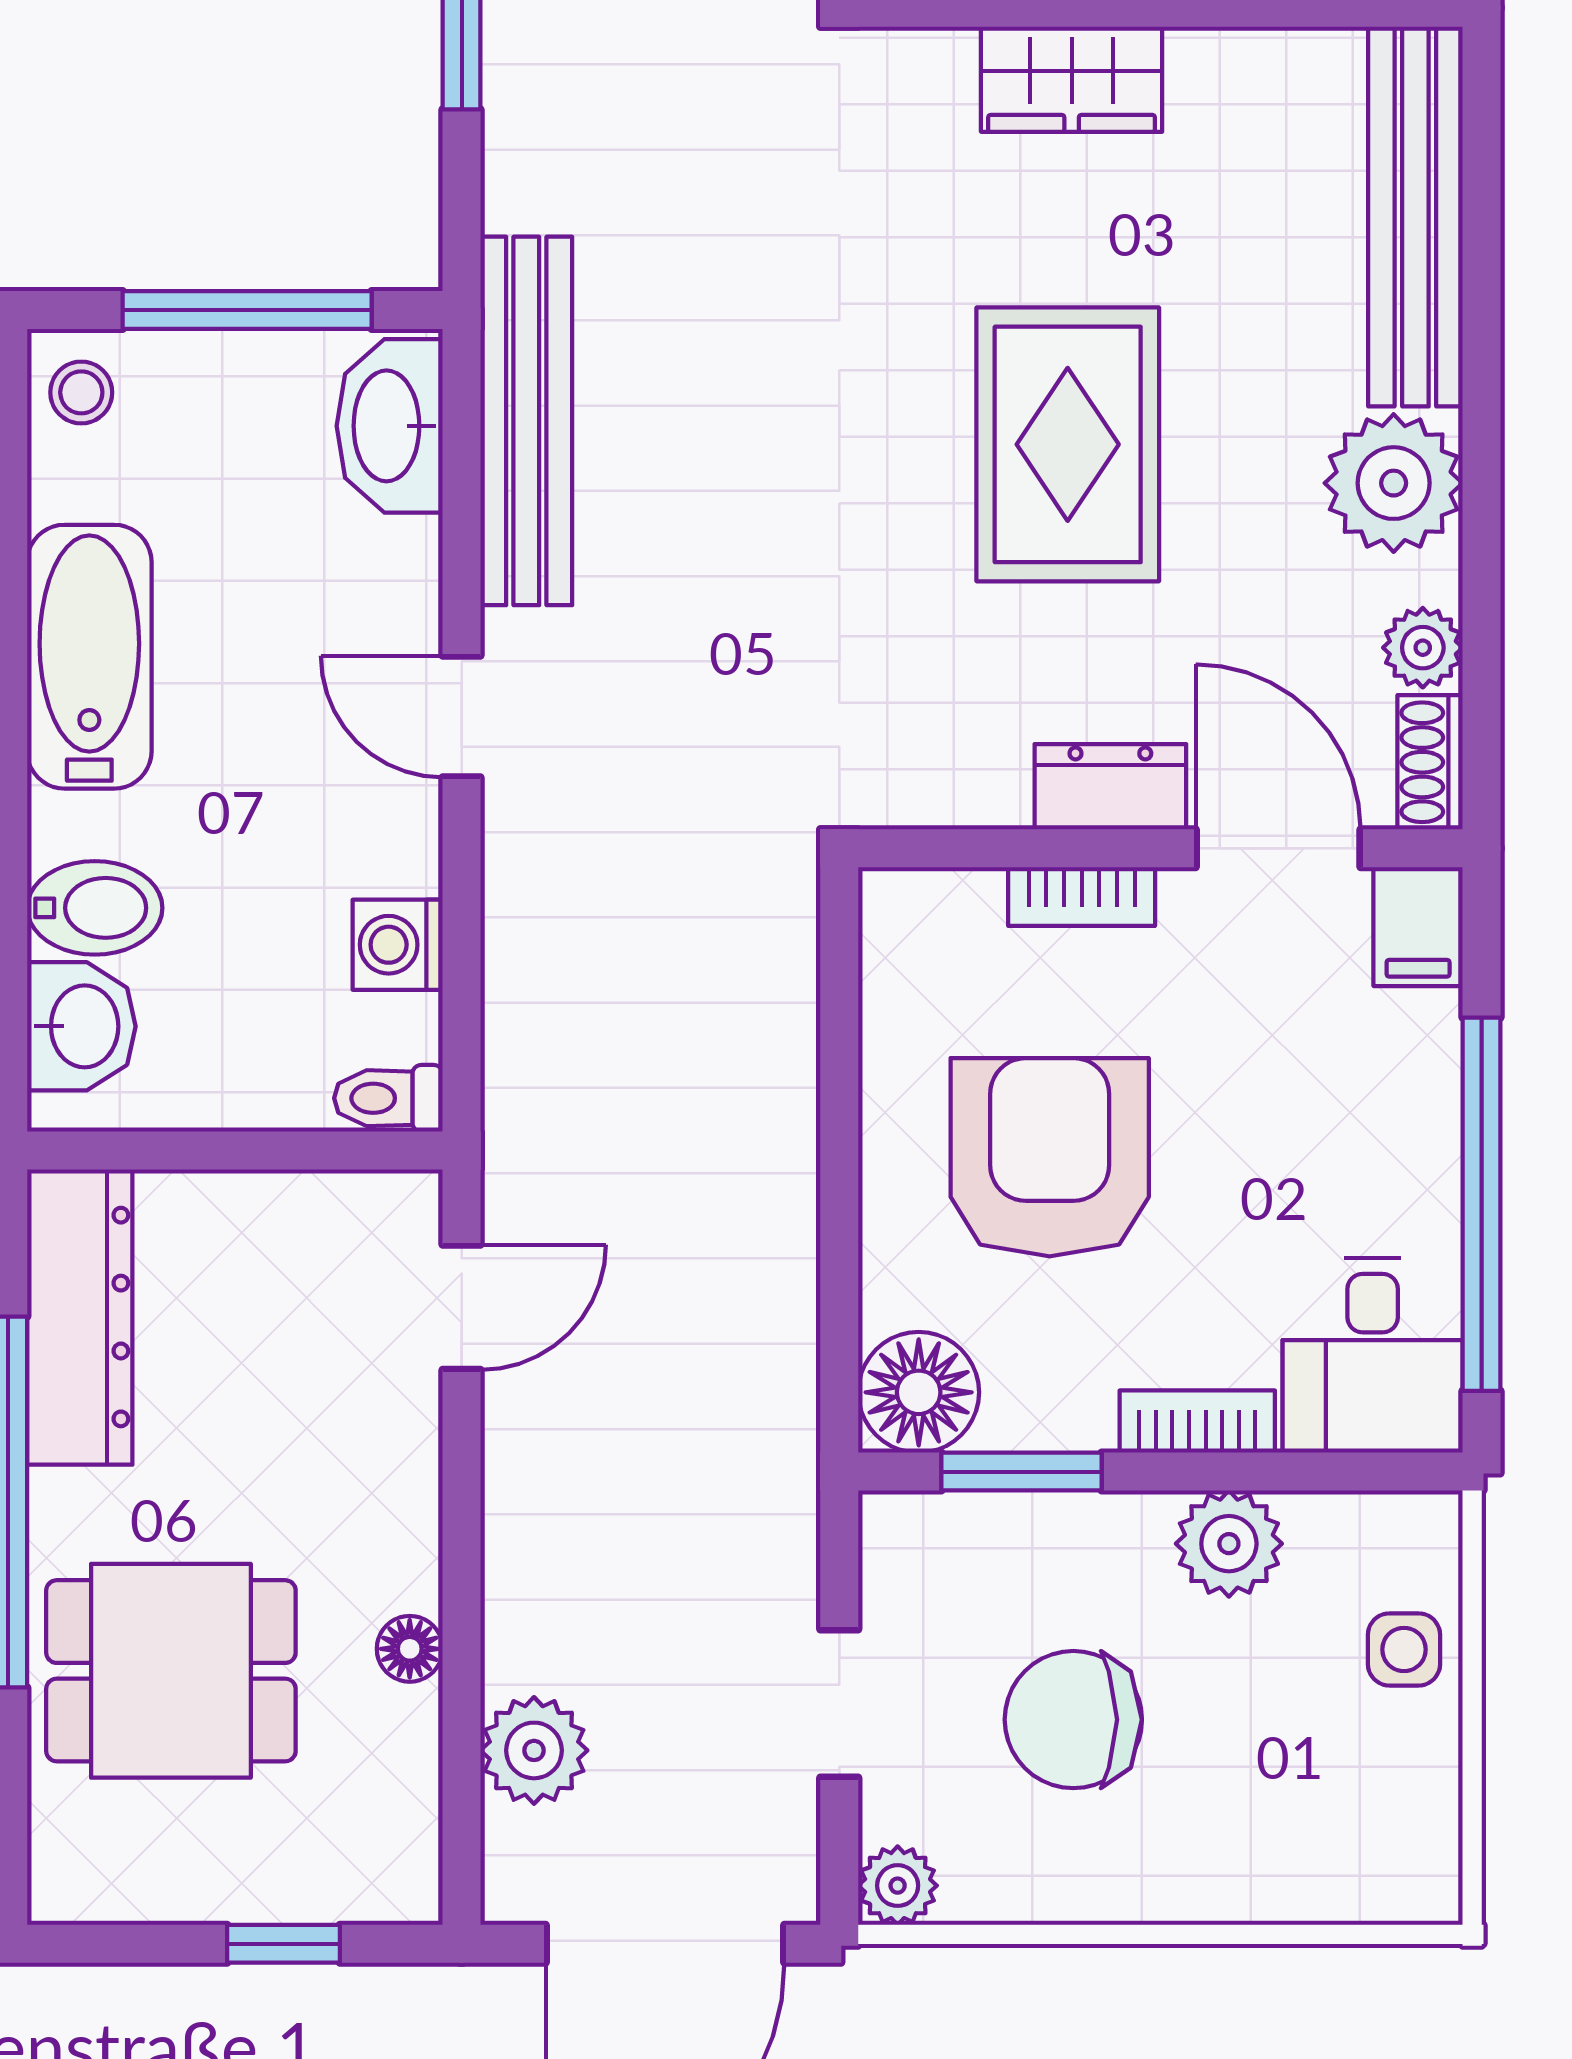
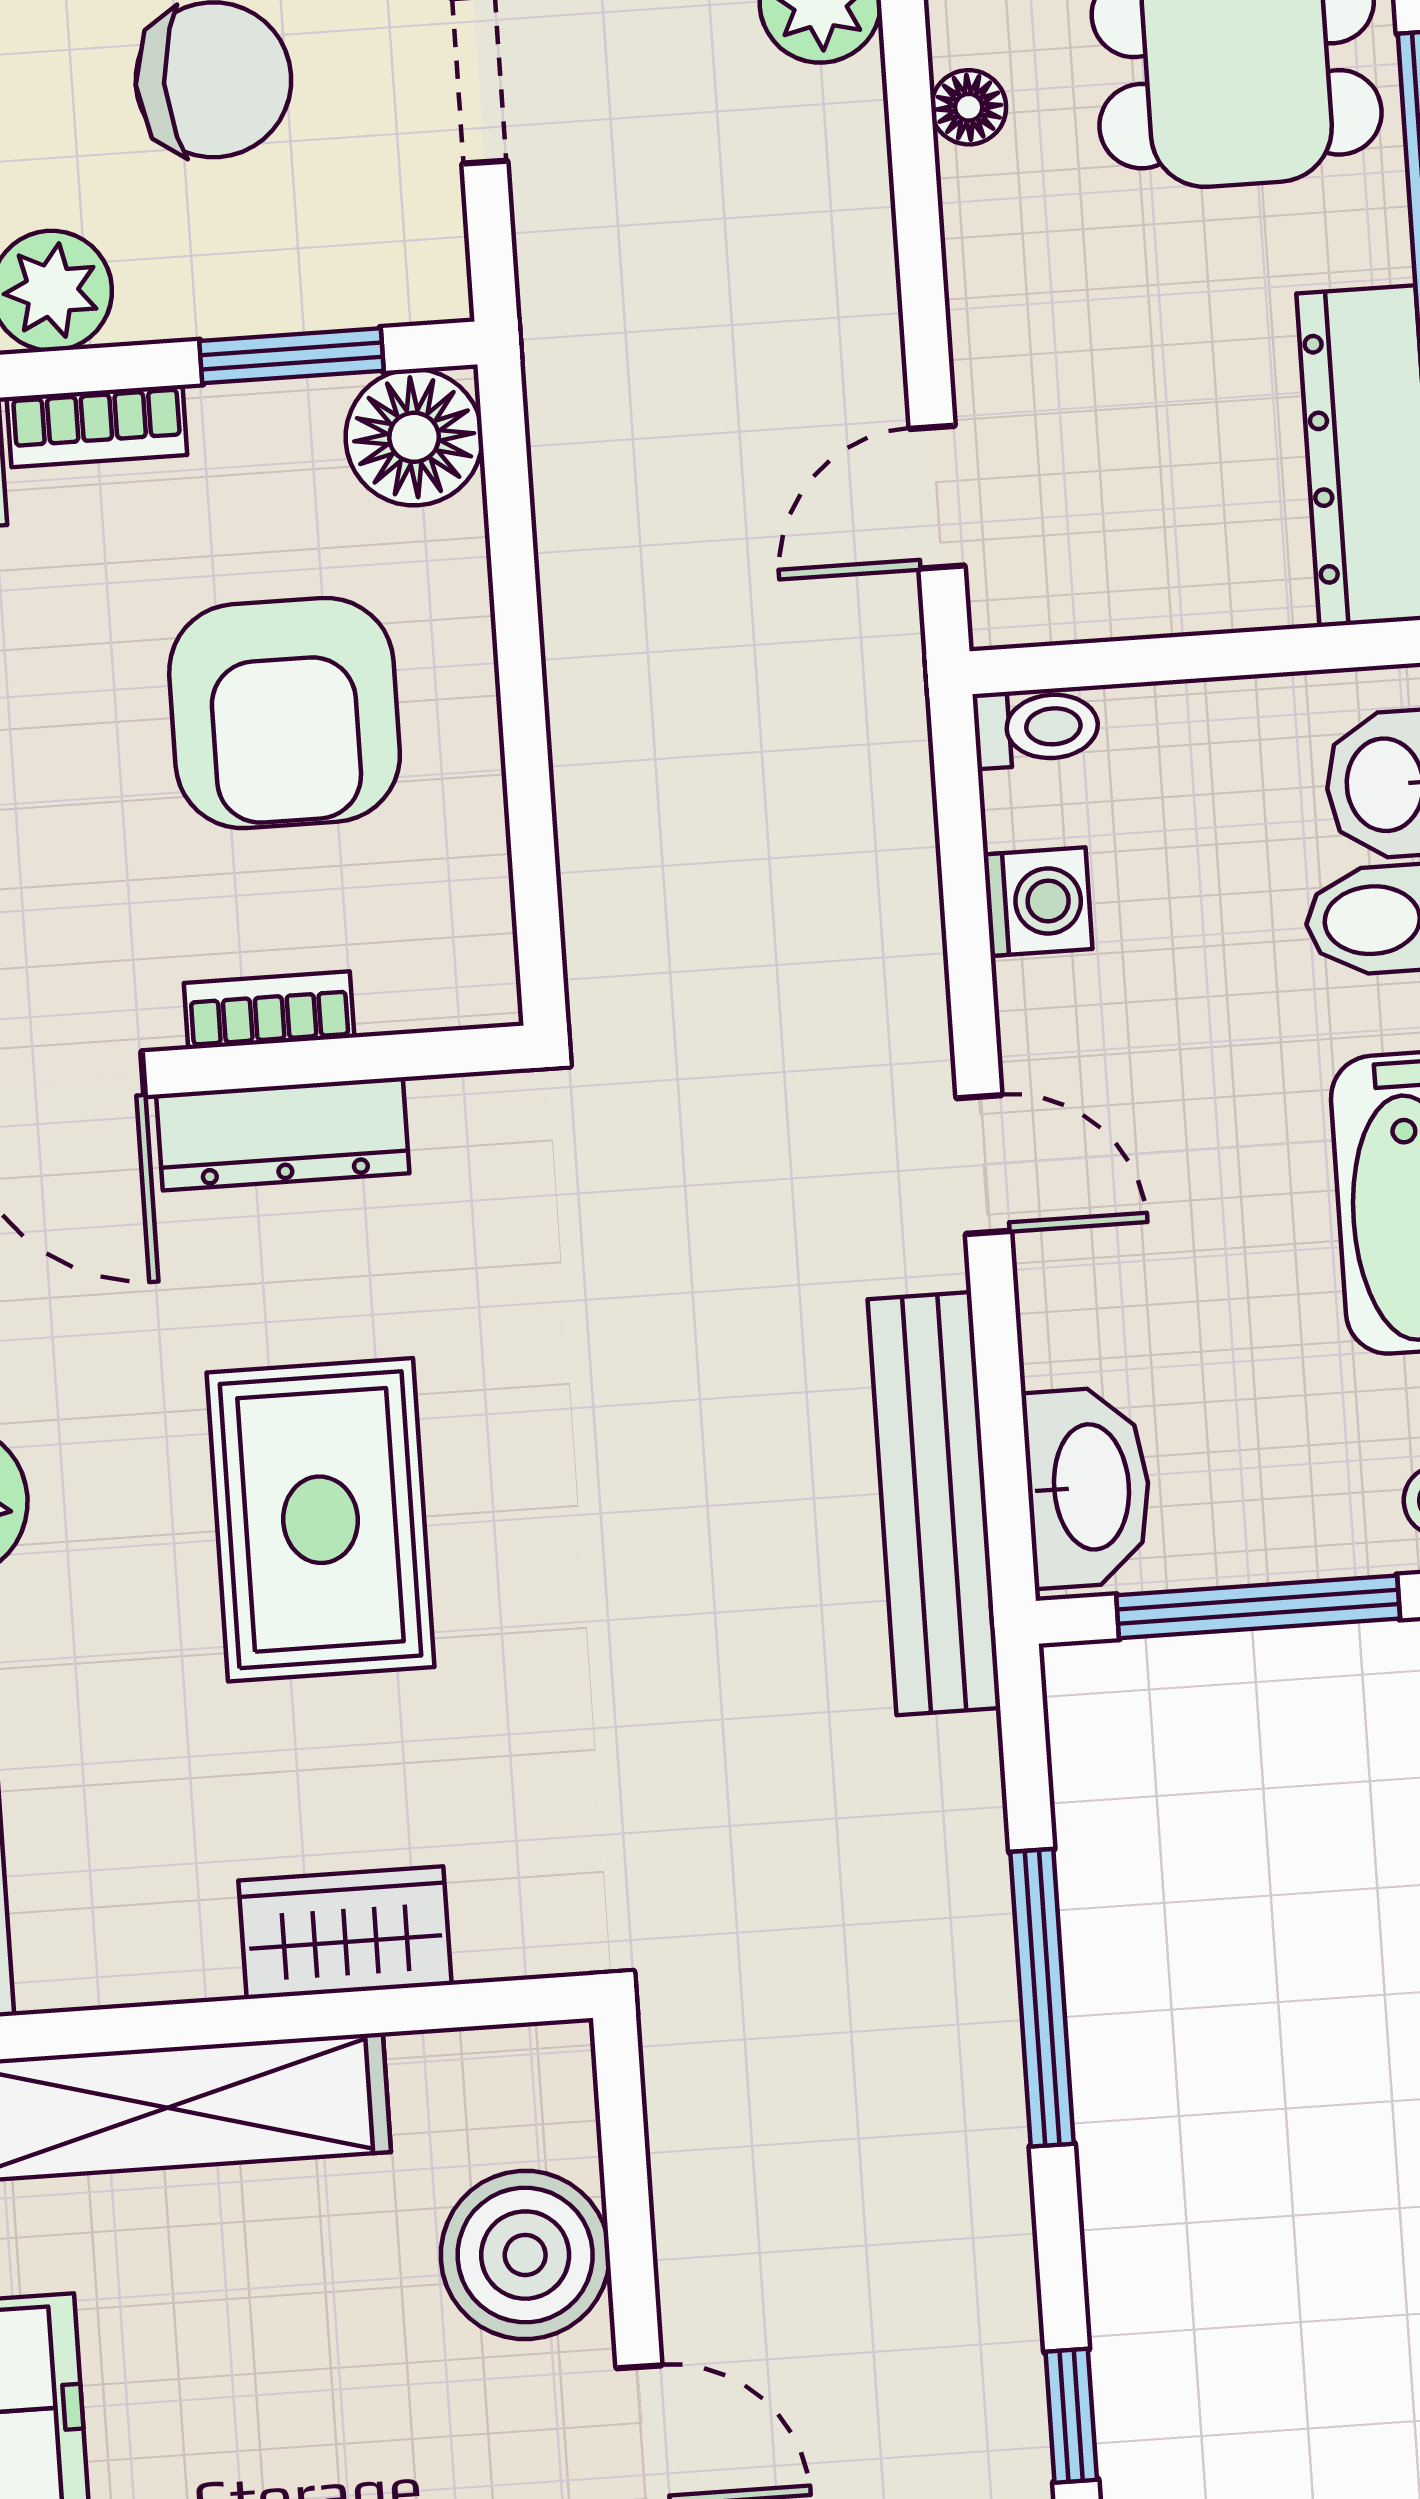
dresser: (1110, 787) -> (283, 1134), width x1.44

